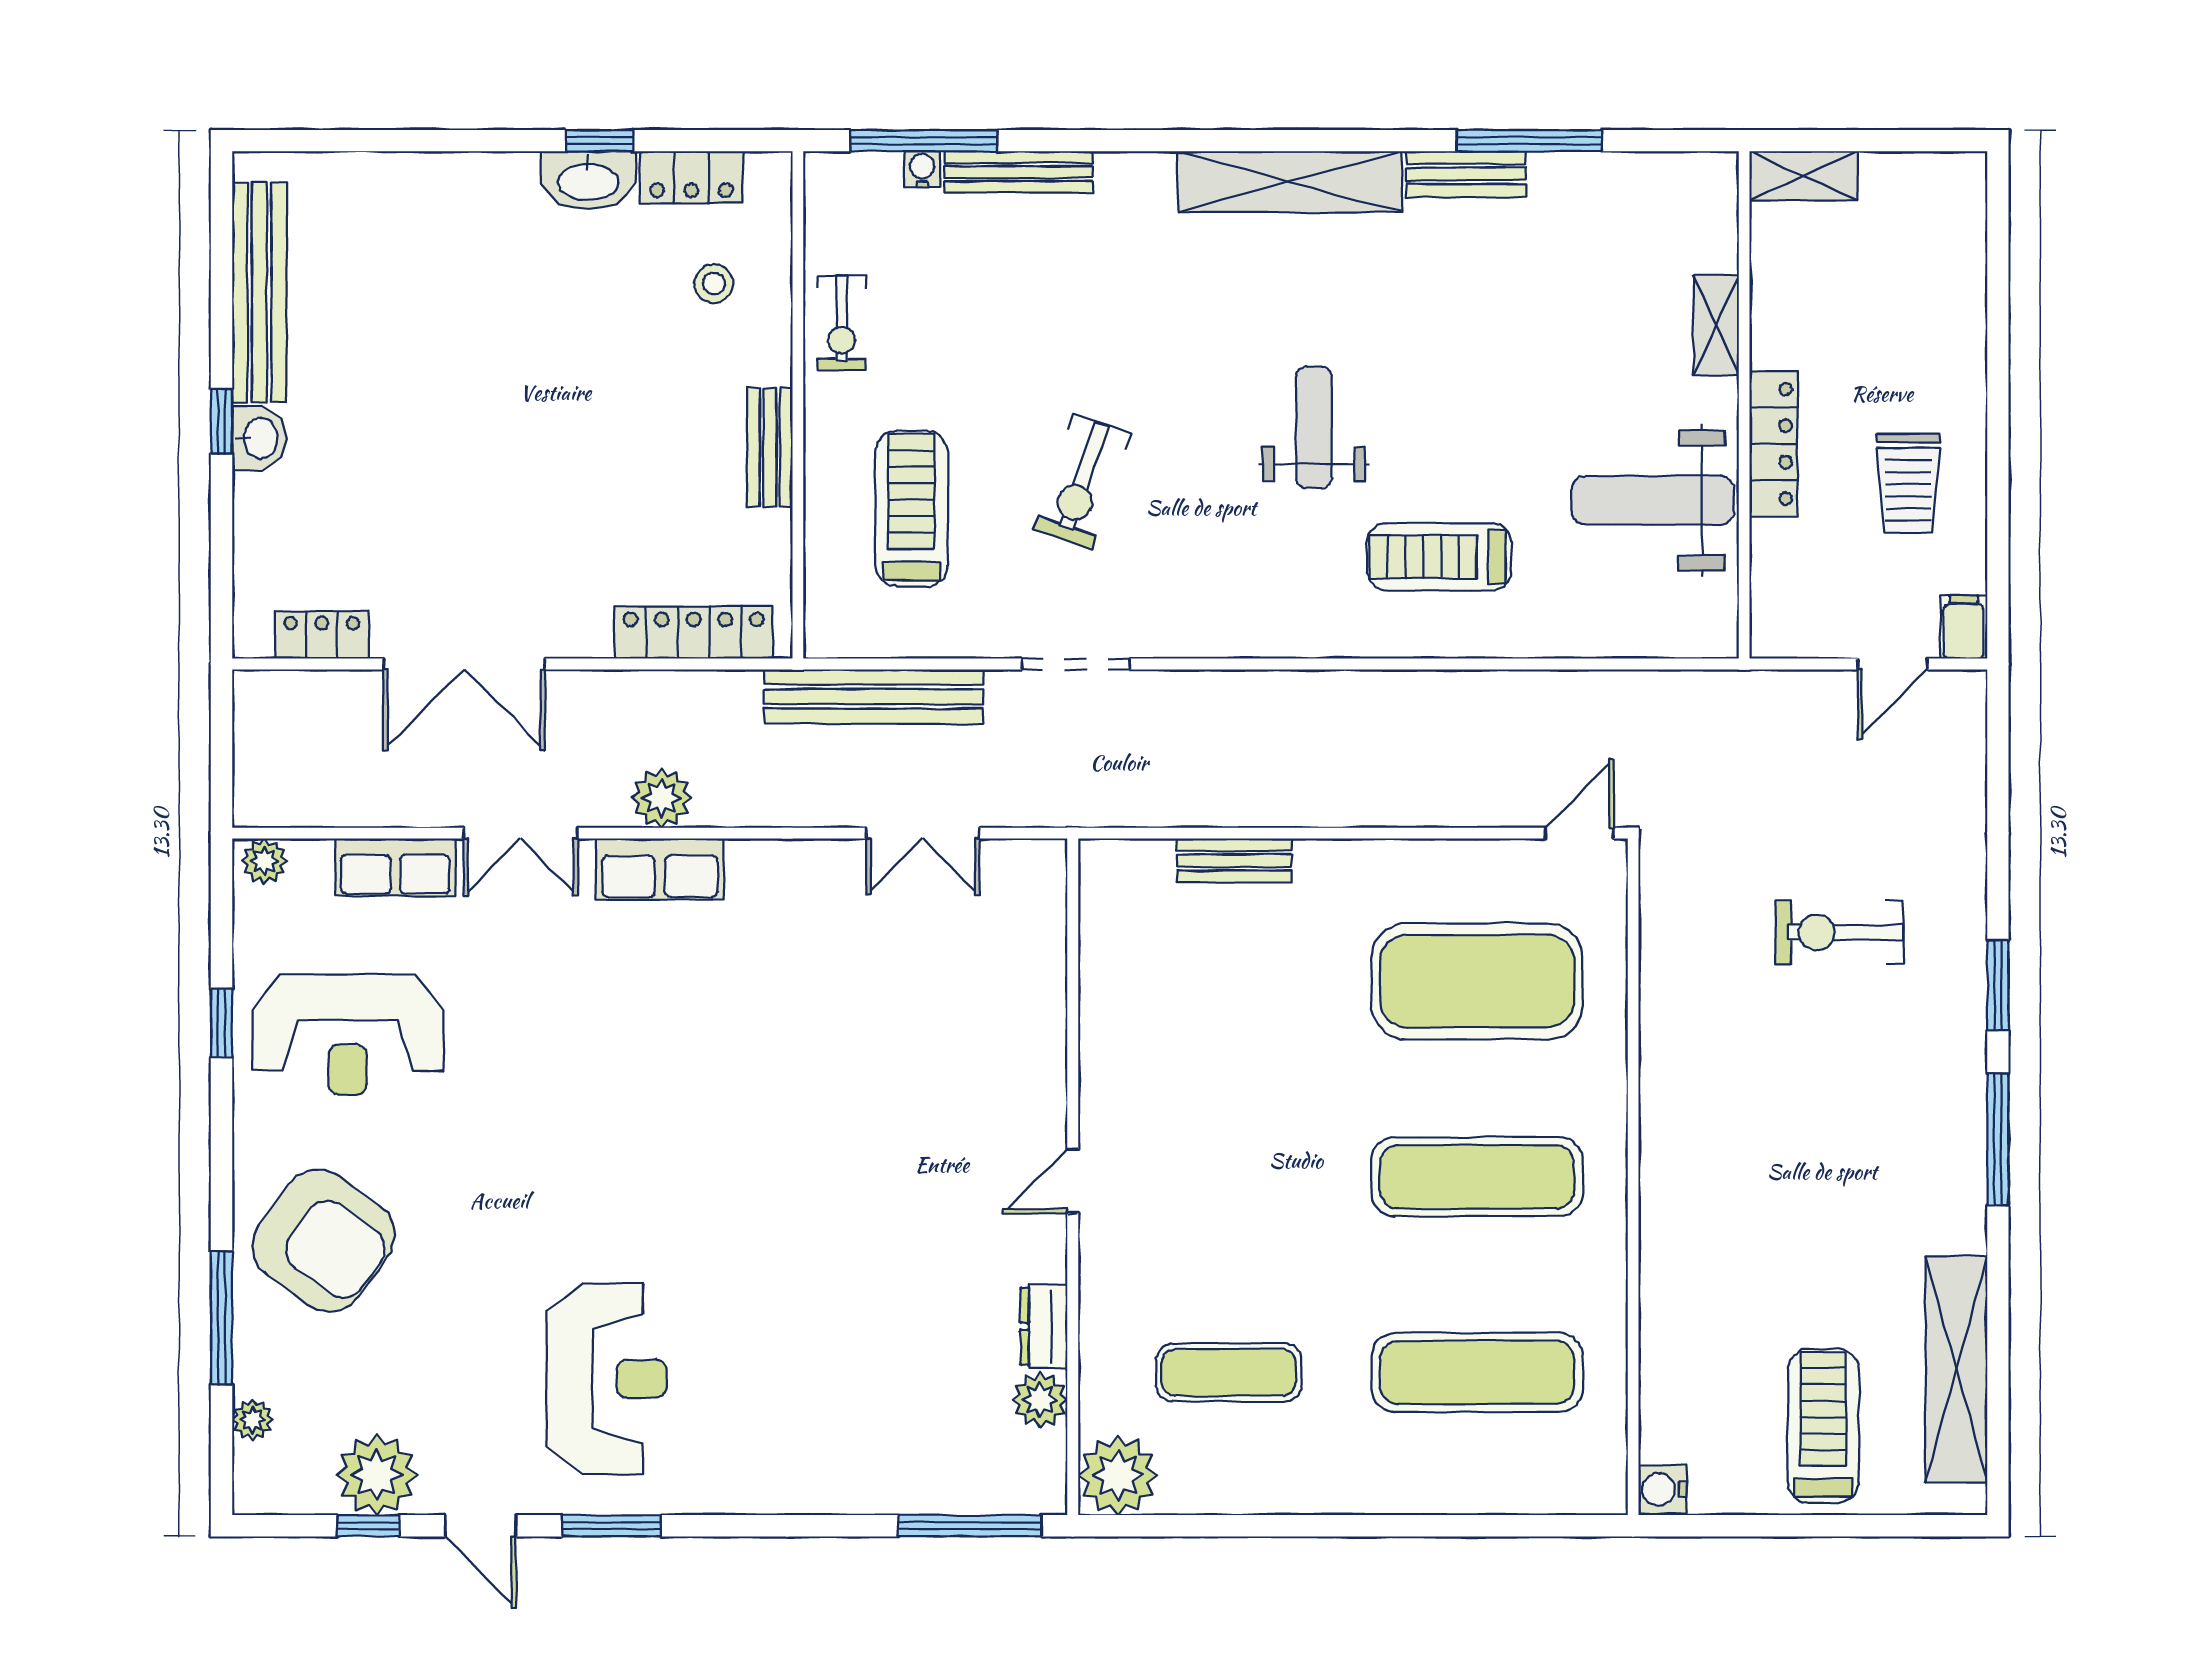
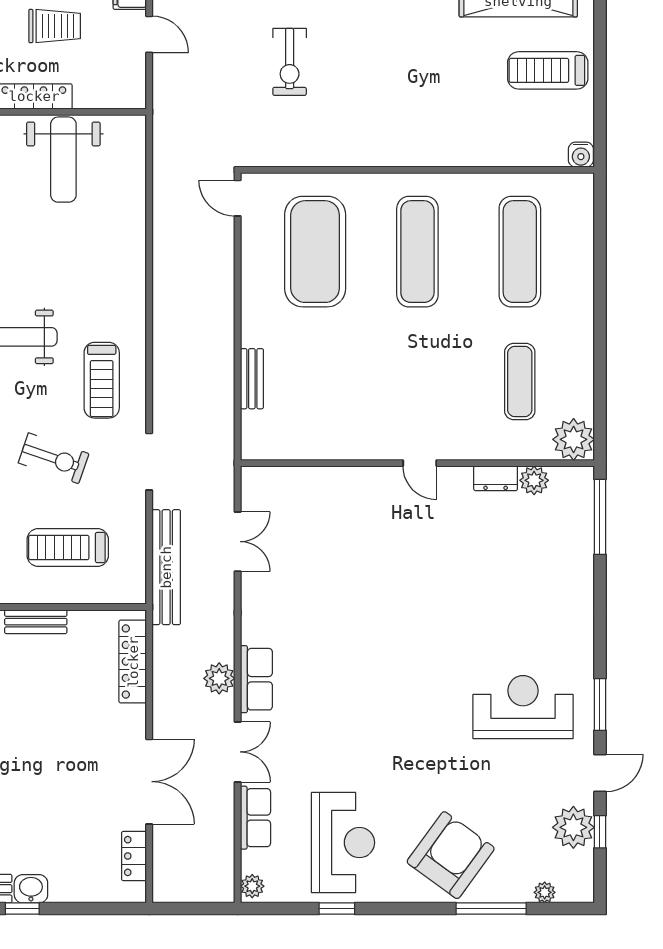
treadmill: (1439, 557) -> (102, 380), moved

